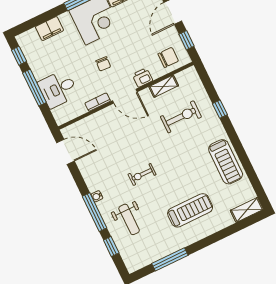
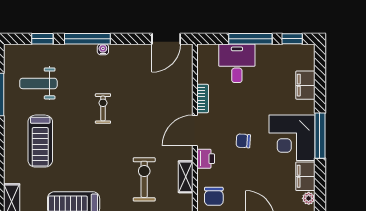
chair: (103, 64) -> (243, 141), moved
exercise bike: (181, 117) -> (144, 179), turned 180
weight bench: (129, 219) -> (38, 83), moved

